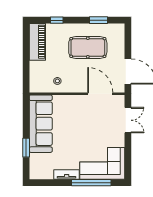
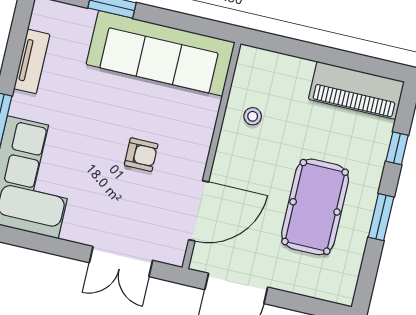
window: (99, 20) -> (381, 217), moved
armchair: (83, 122) -> (141, 155), added
tv unit: (67, 174) -> (32, 61), moved

